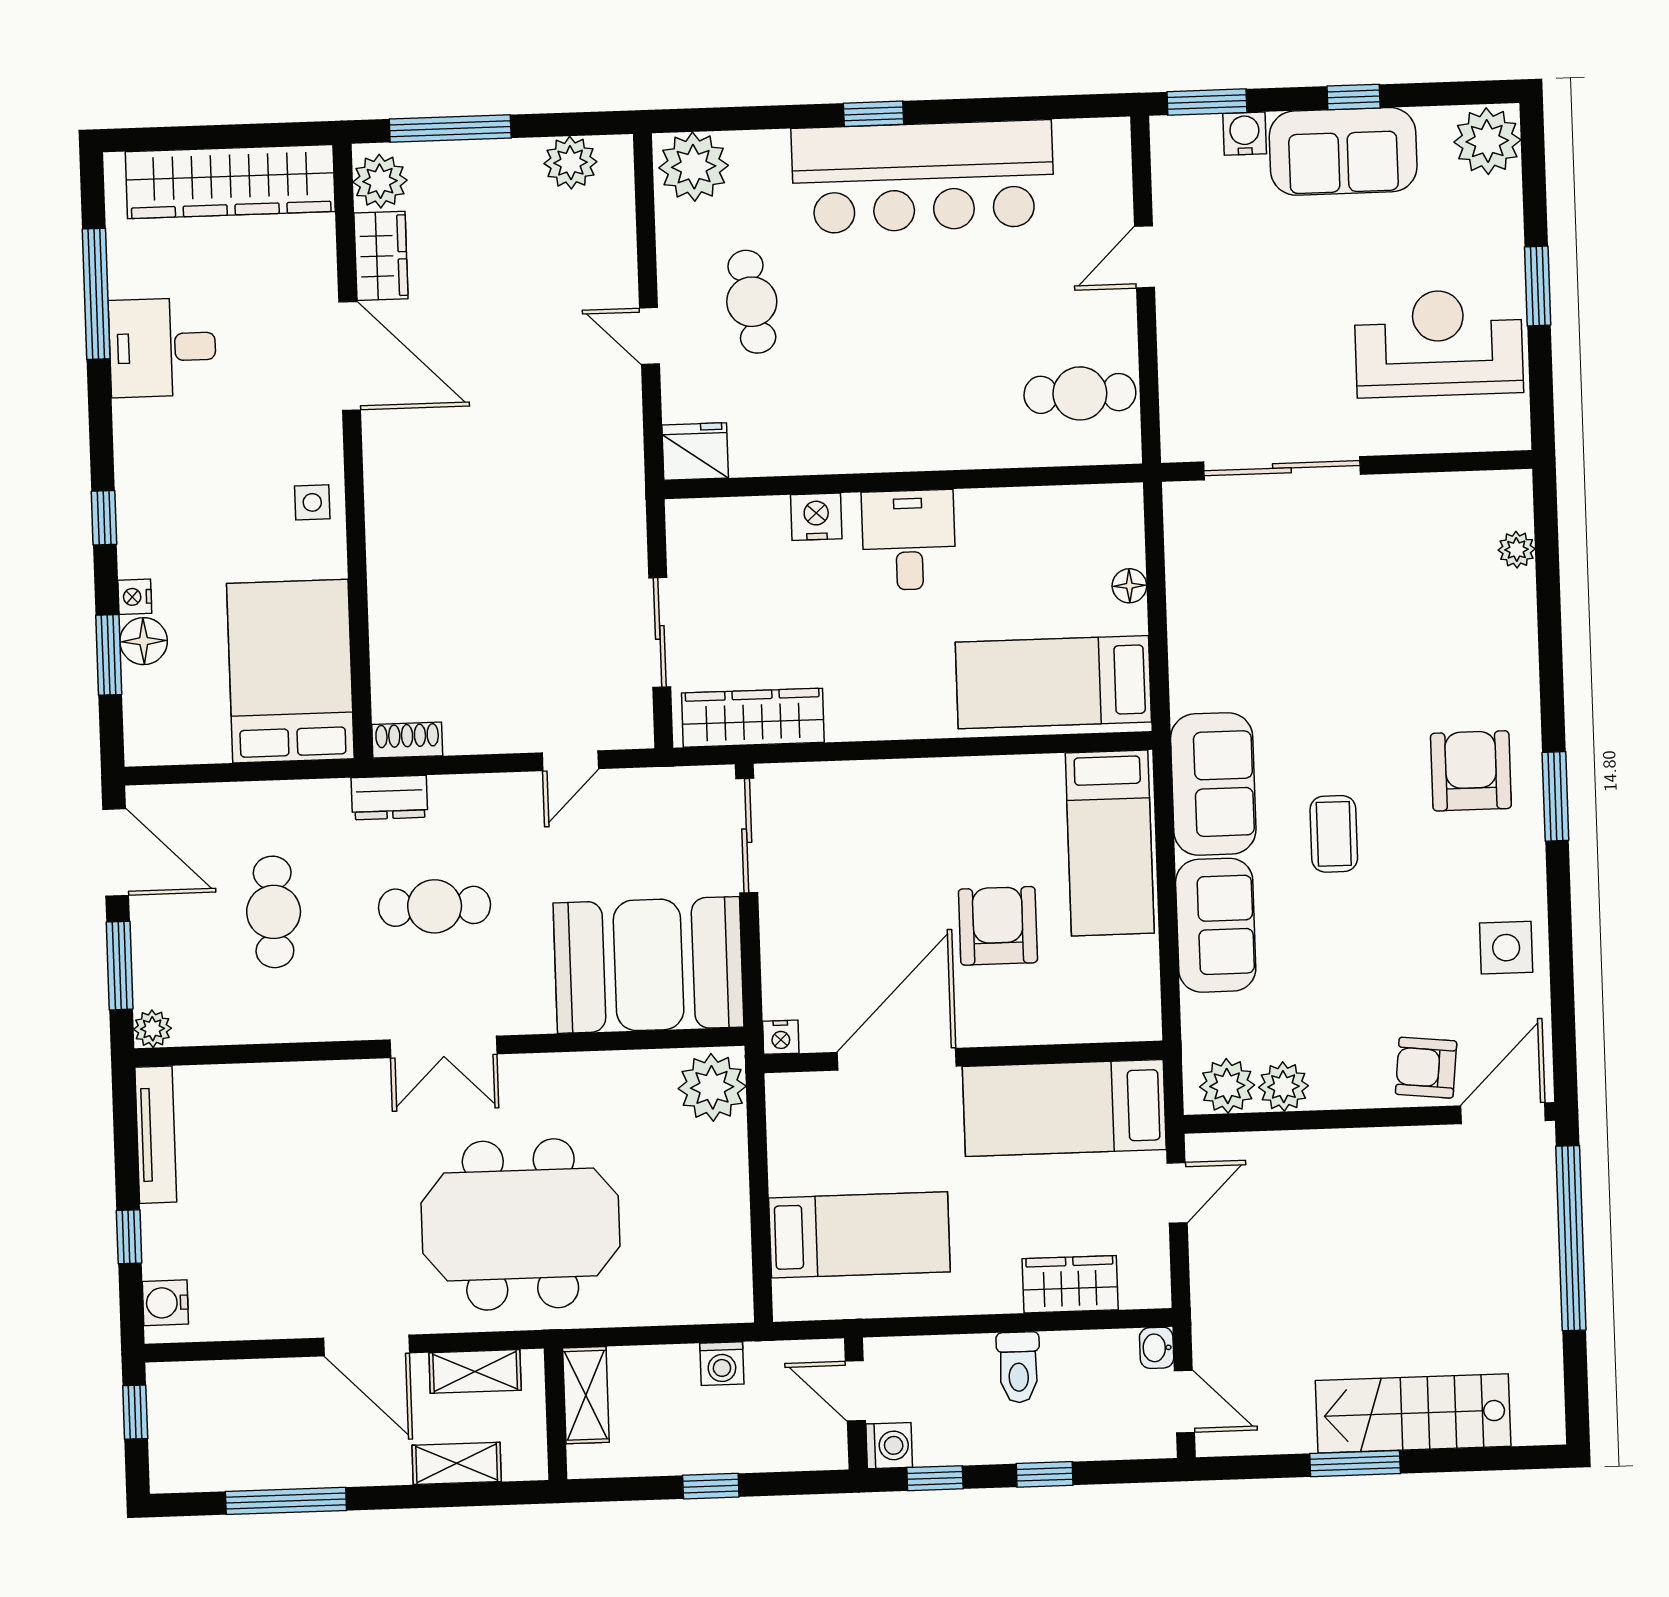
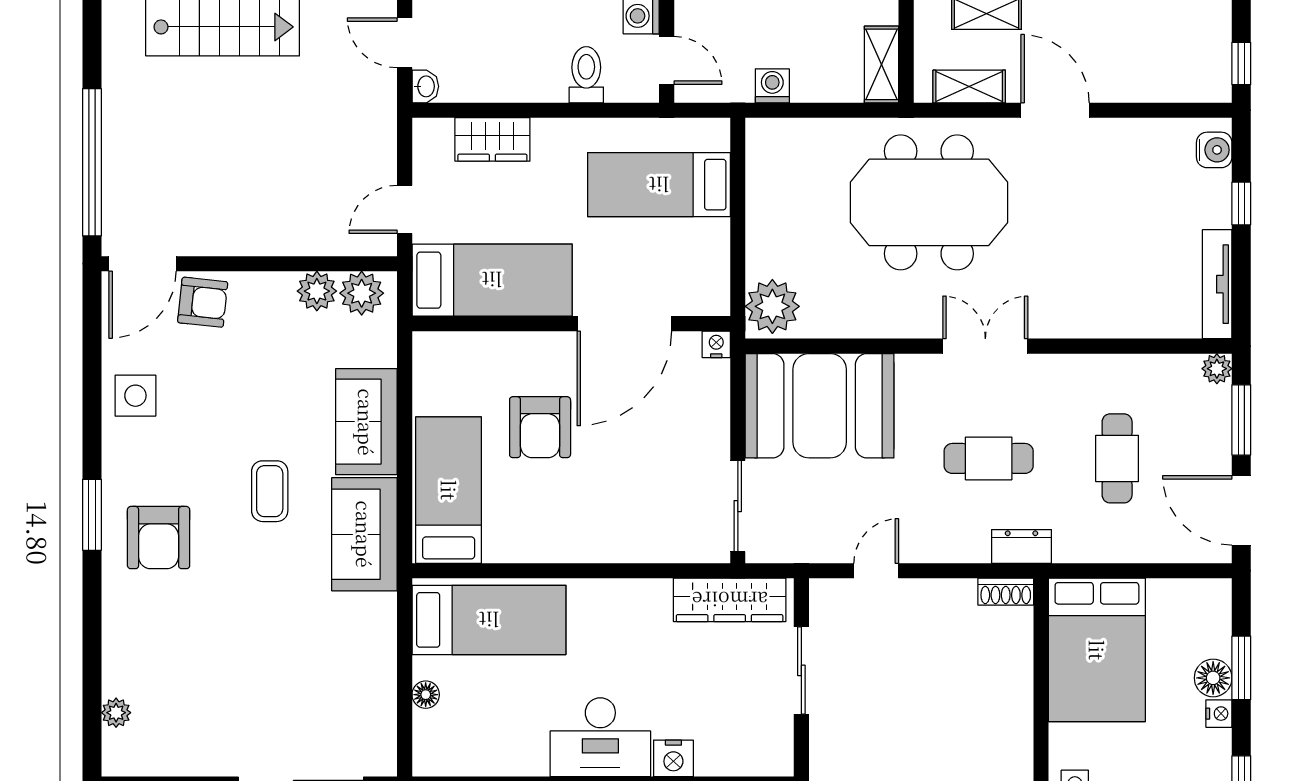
desk: (909, 540) -> (600, 737), width x1.37
toilet: (1018, 1367) -> (586, 75), moved

